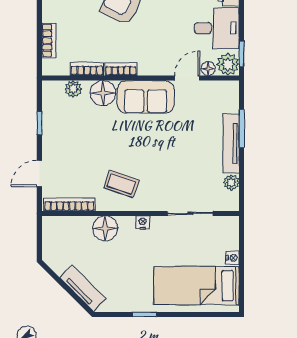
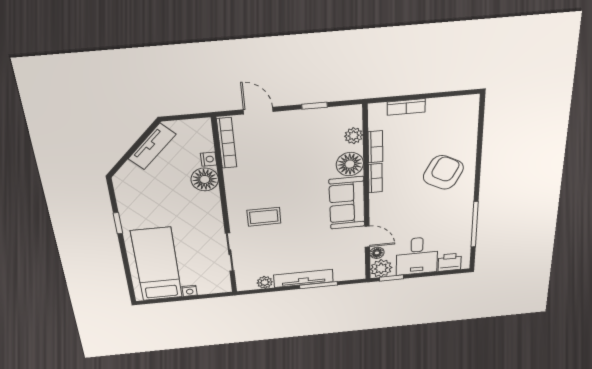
coffee table: (121, 184) -> (264, 217), moved, turned 71
nightstand: (143, 222) -> (209, 159), moved
tv unit: (83, 288) -> (152, 147), moved

